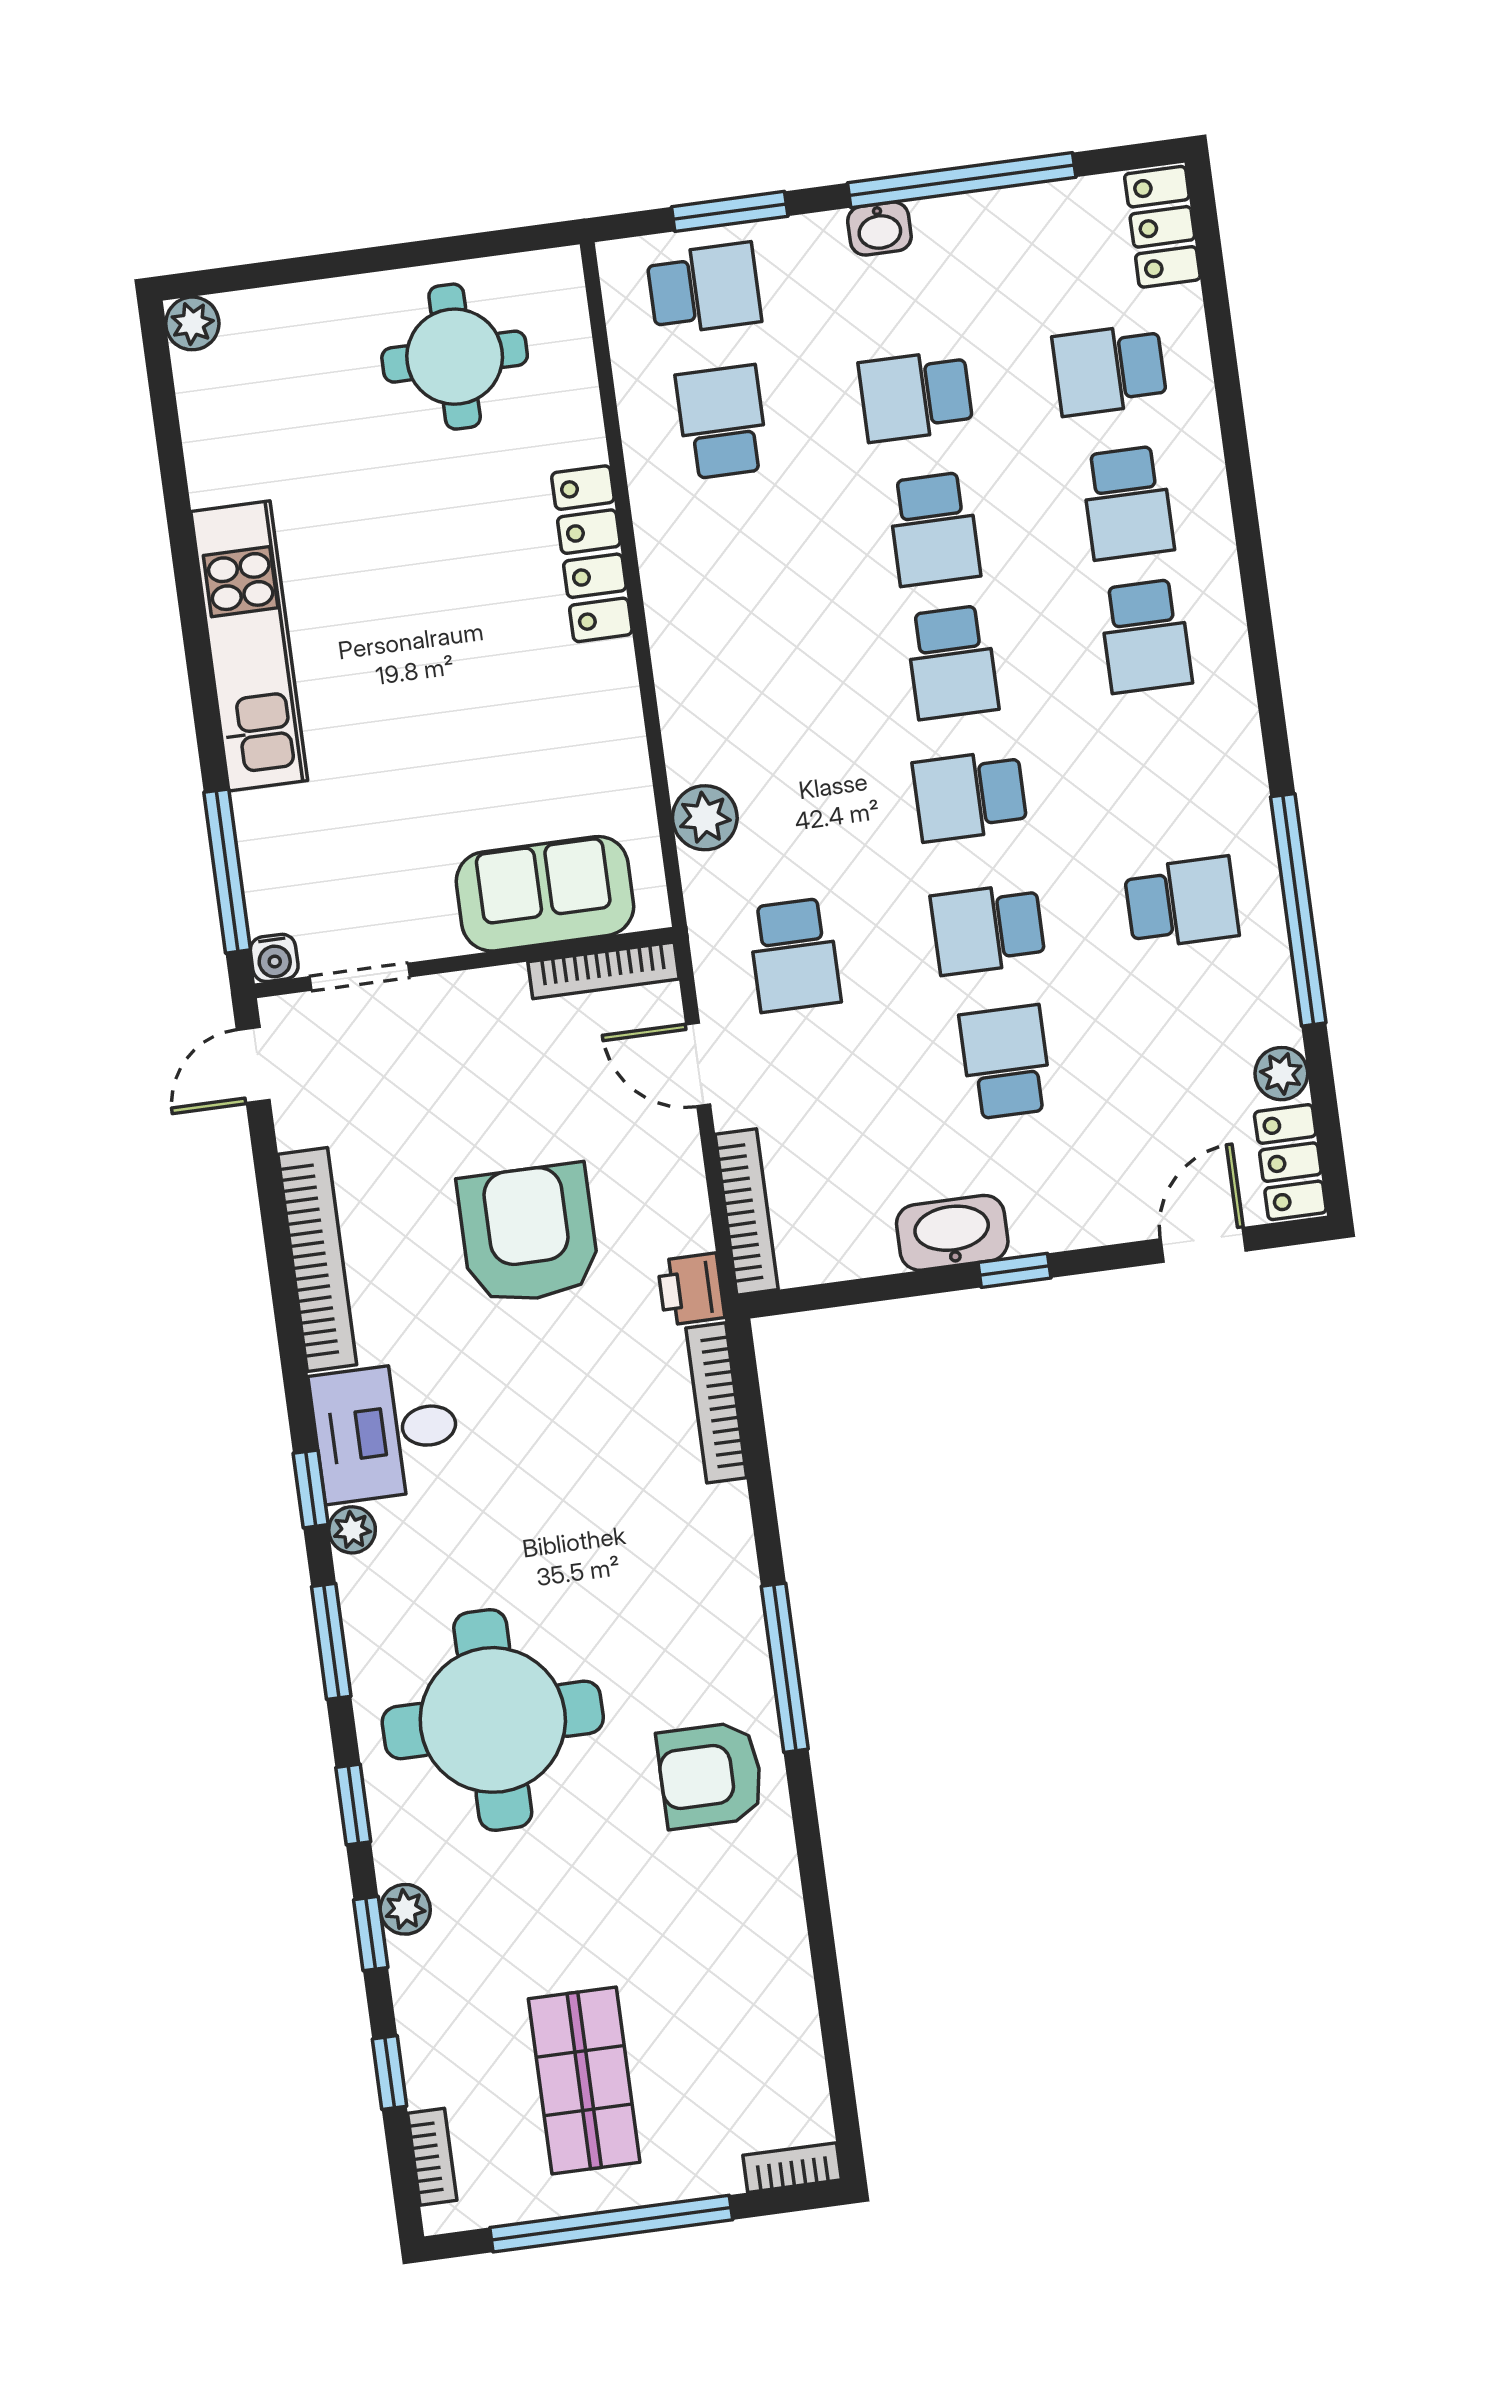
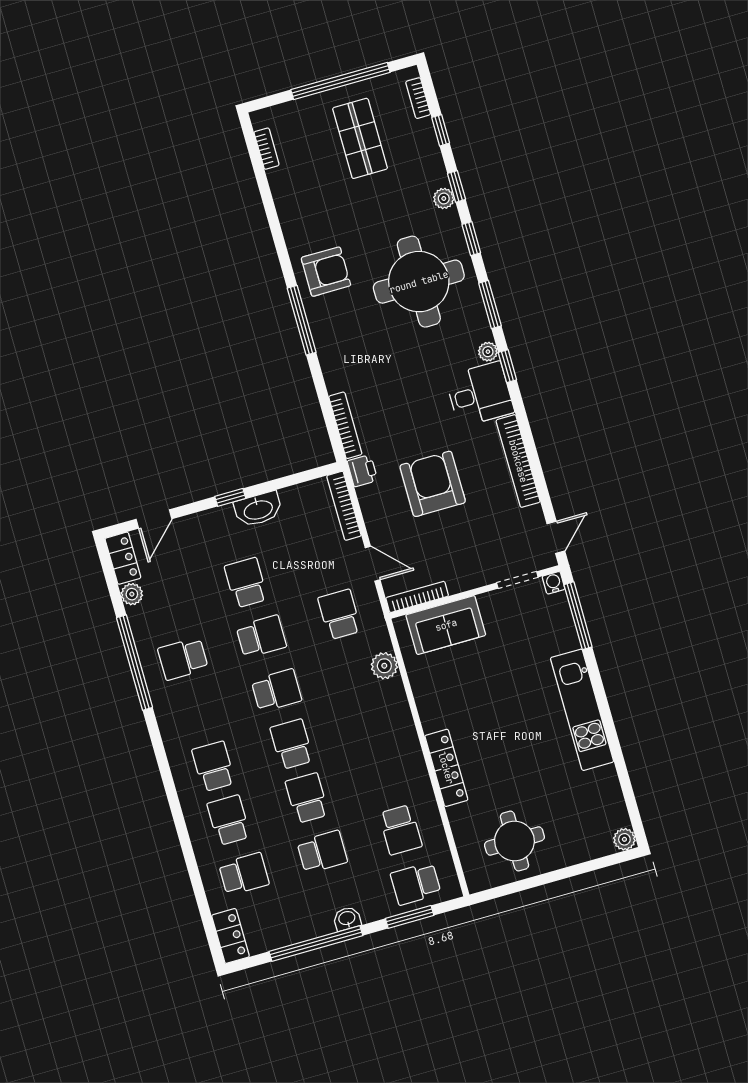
school desk: (1006, 1062) -> (246, 583), turned 180
armchair: (528, 1234) -> (433, 484), turned 180
bookcase: (792, 2168) -> (267, 149), moved, turned -90

